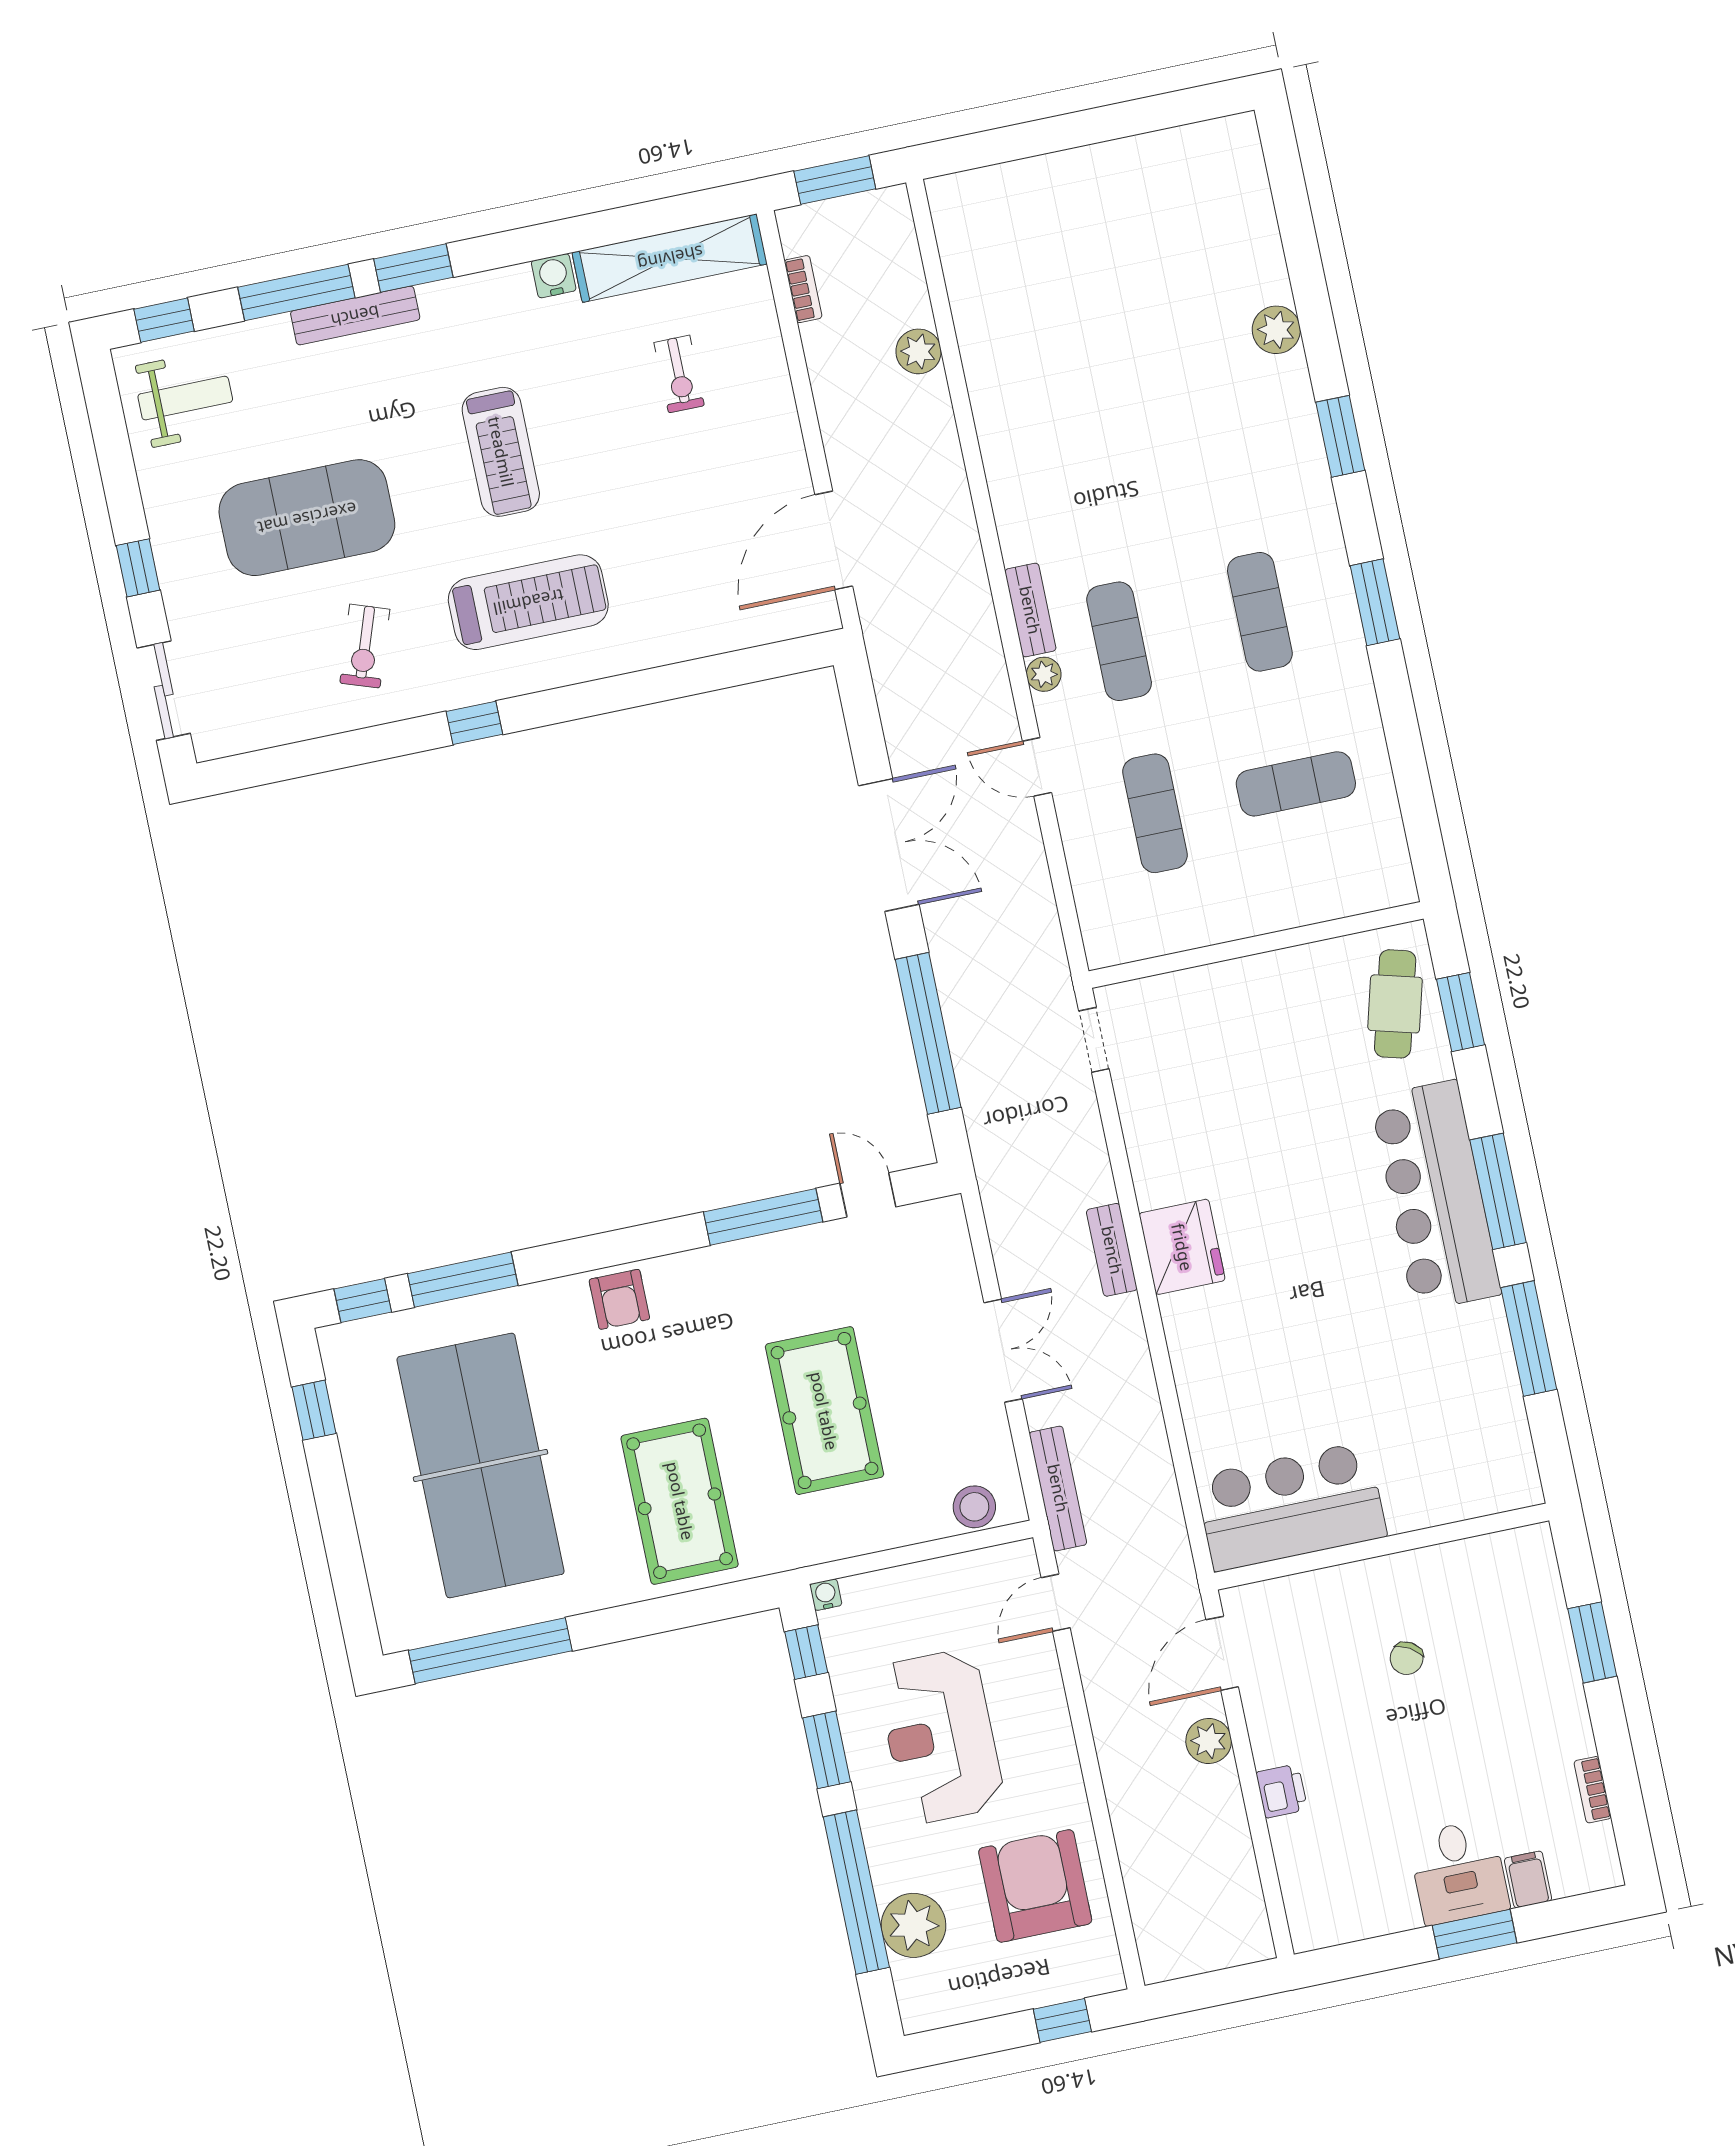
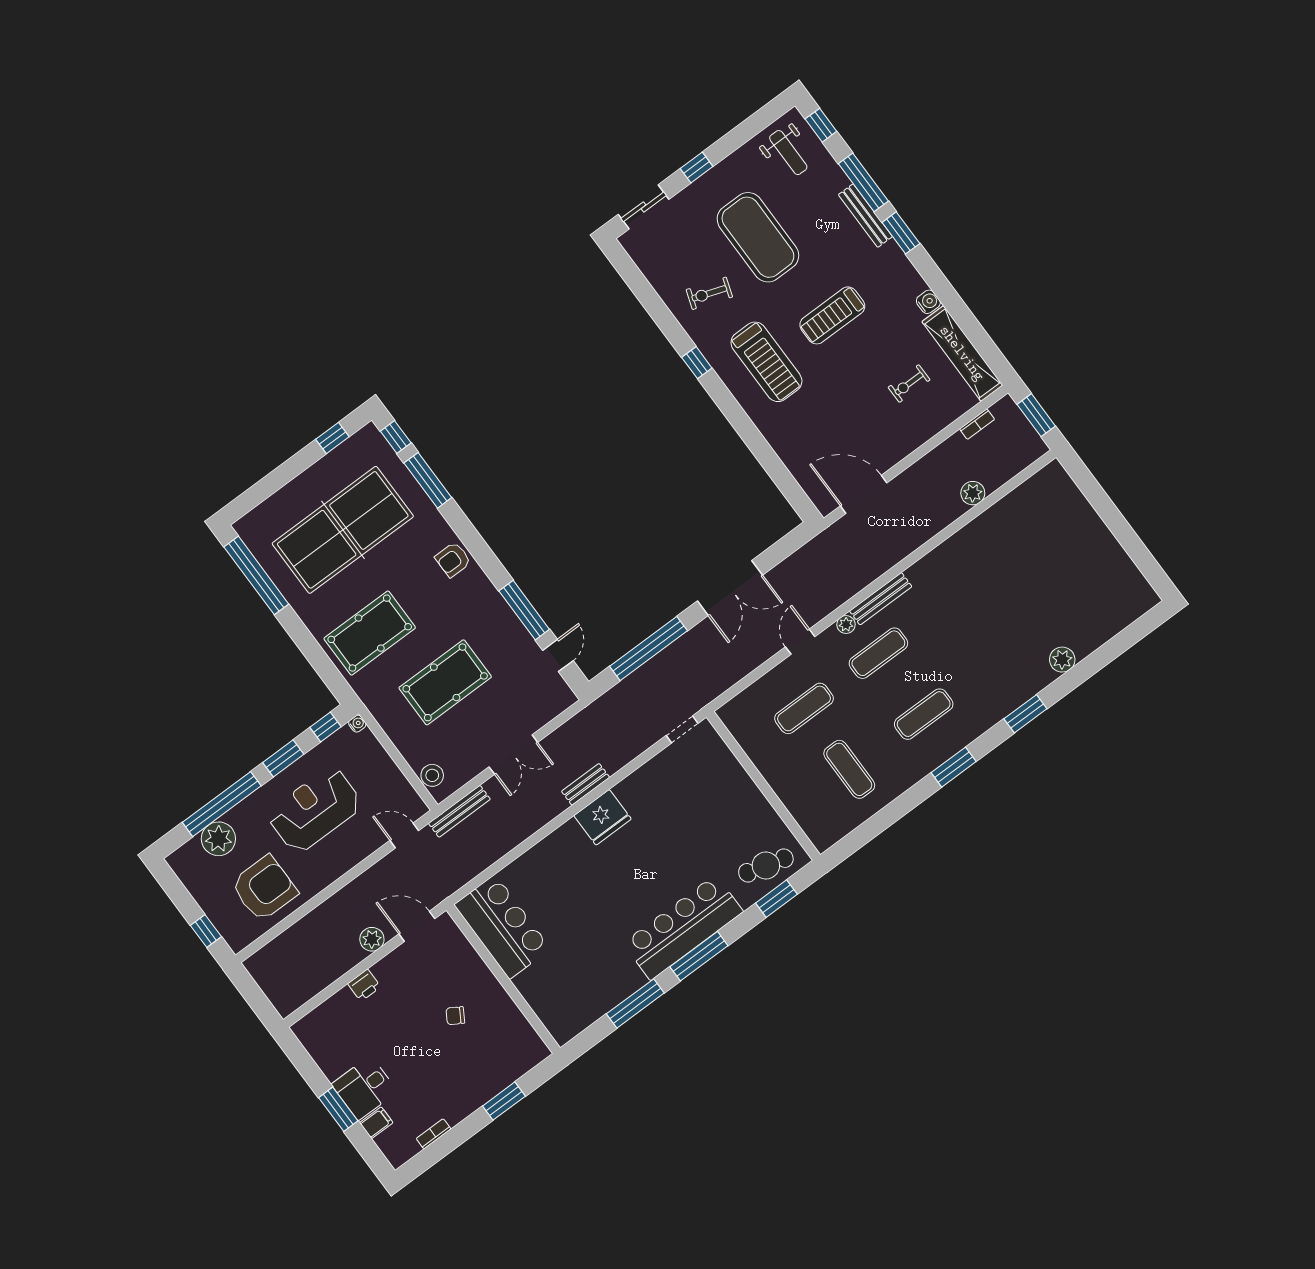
bench: (1030, 610) -> (881, 599), width x1.36

